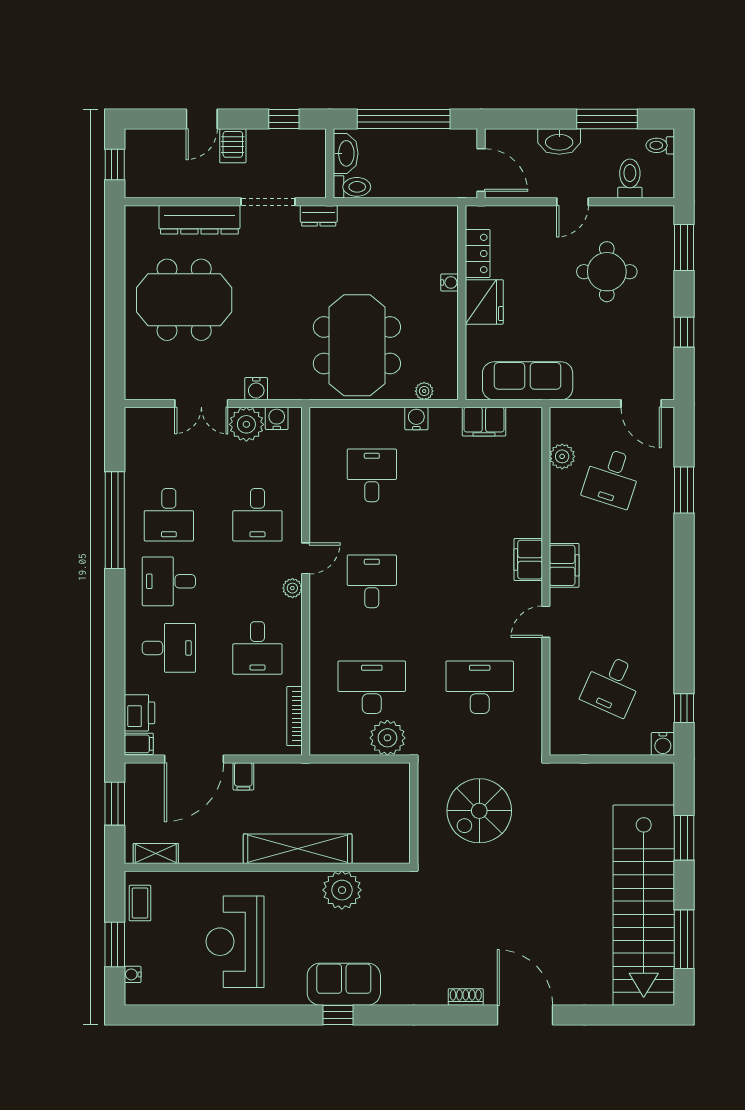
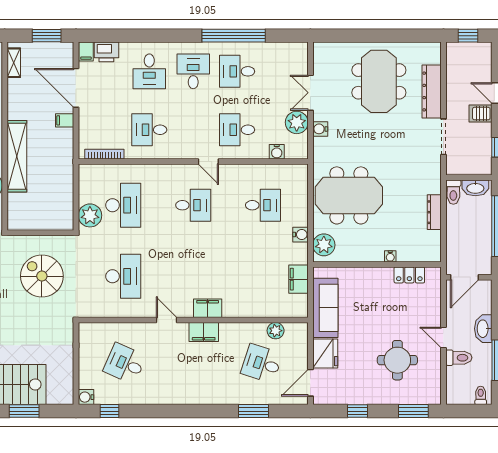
toilet: (630, 179) -> (459, 358), moved
dresser: (319, 216) -> (434, 212), moved, width x1.44
fridge: (484, 302) -> (325, 354), moved, turned -90
plant: (424, 391) -> (324, 245), width x1.88, depth x1.88
water cooler: (277, 418) -> (277, 152), moved, turned 90
plant: (292, 588) -> (189, 153), removed

